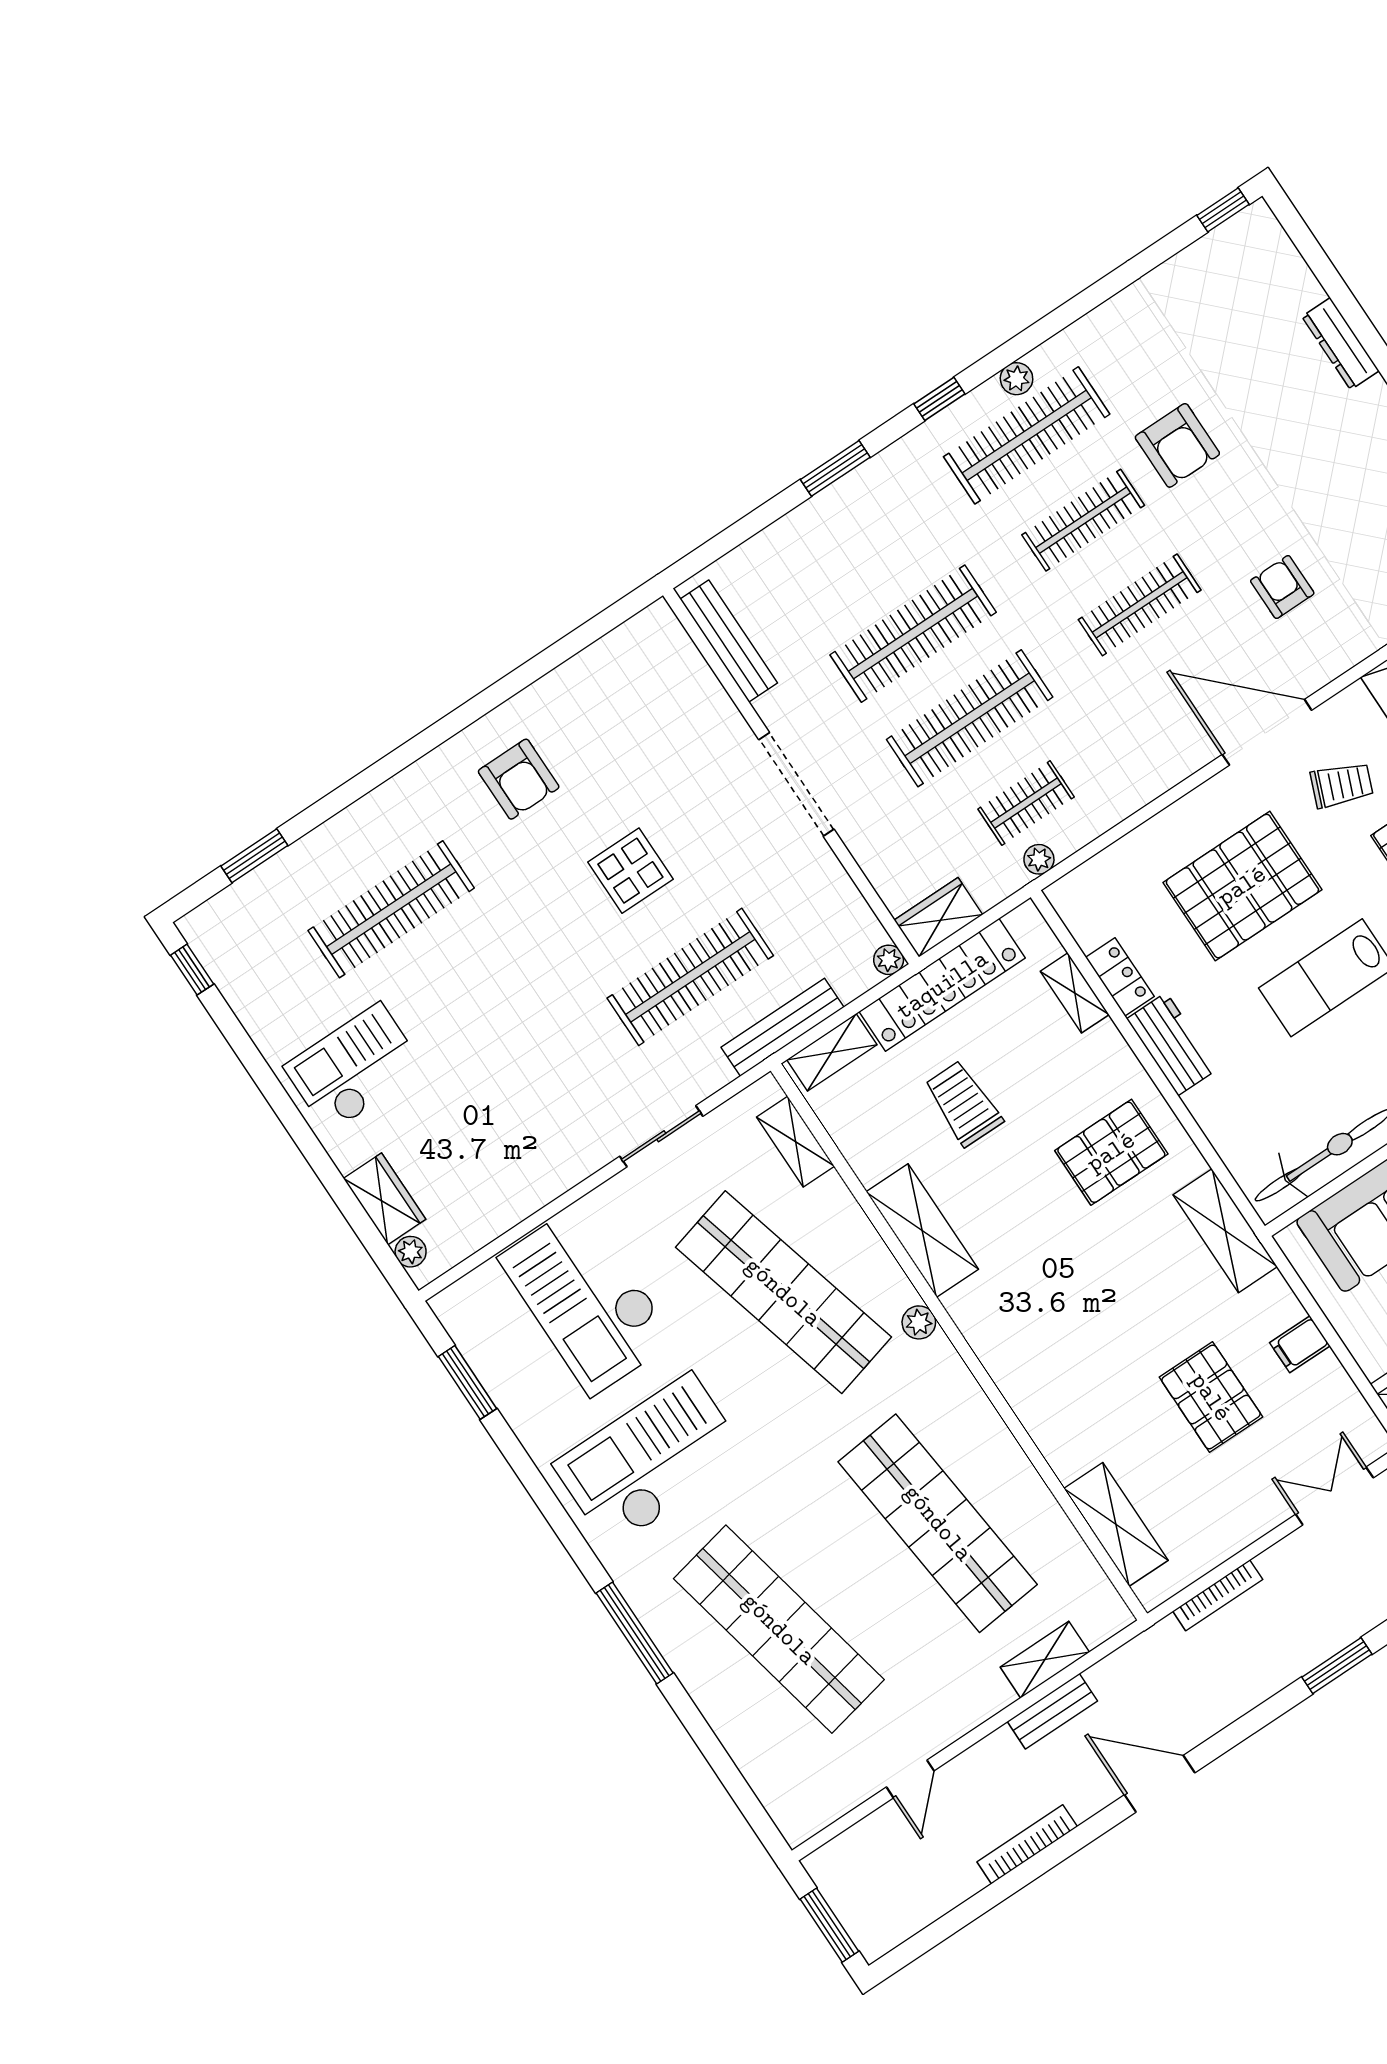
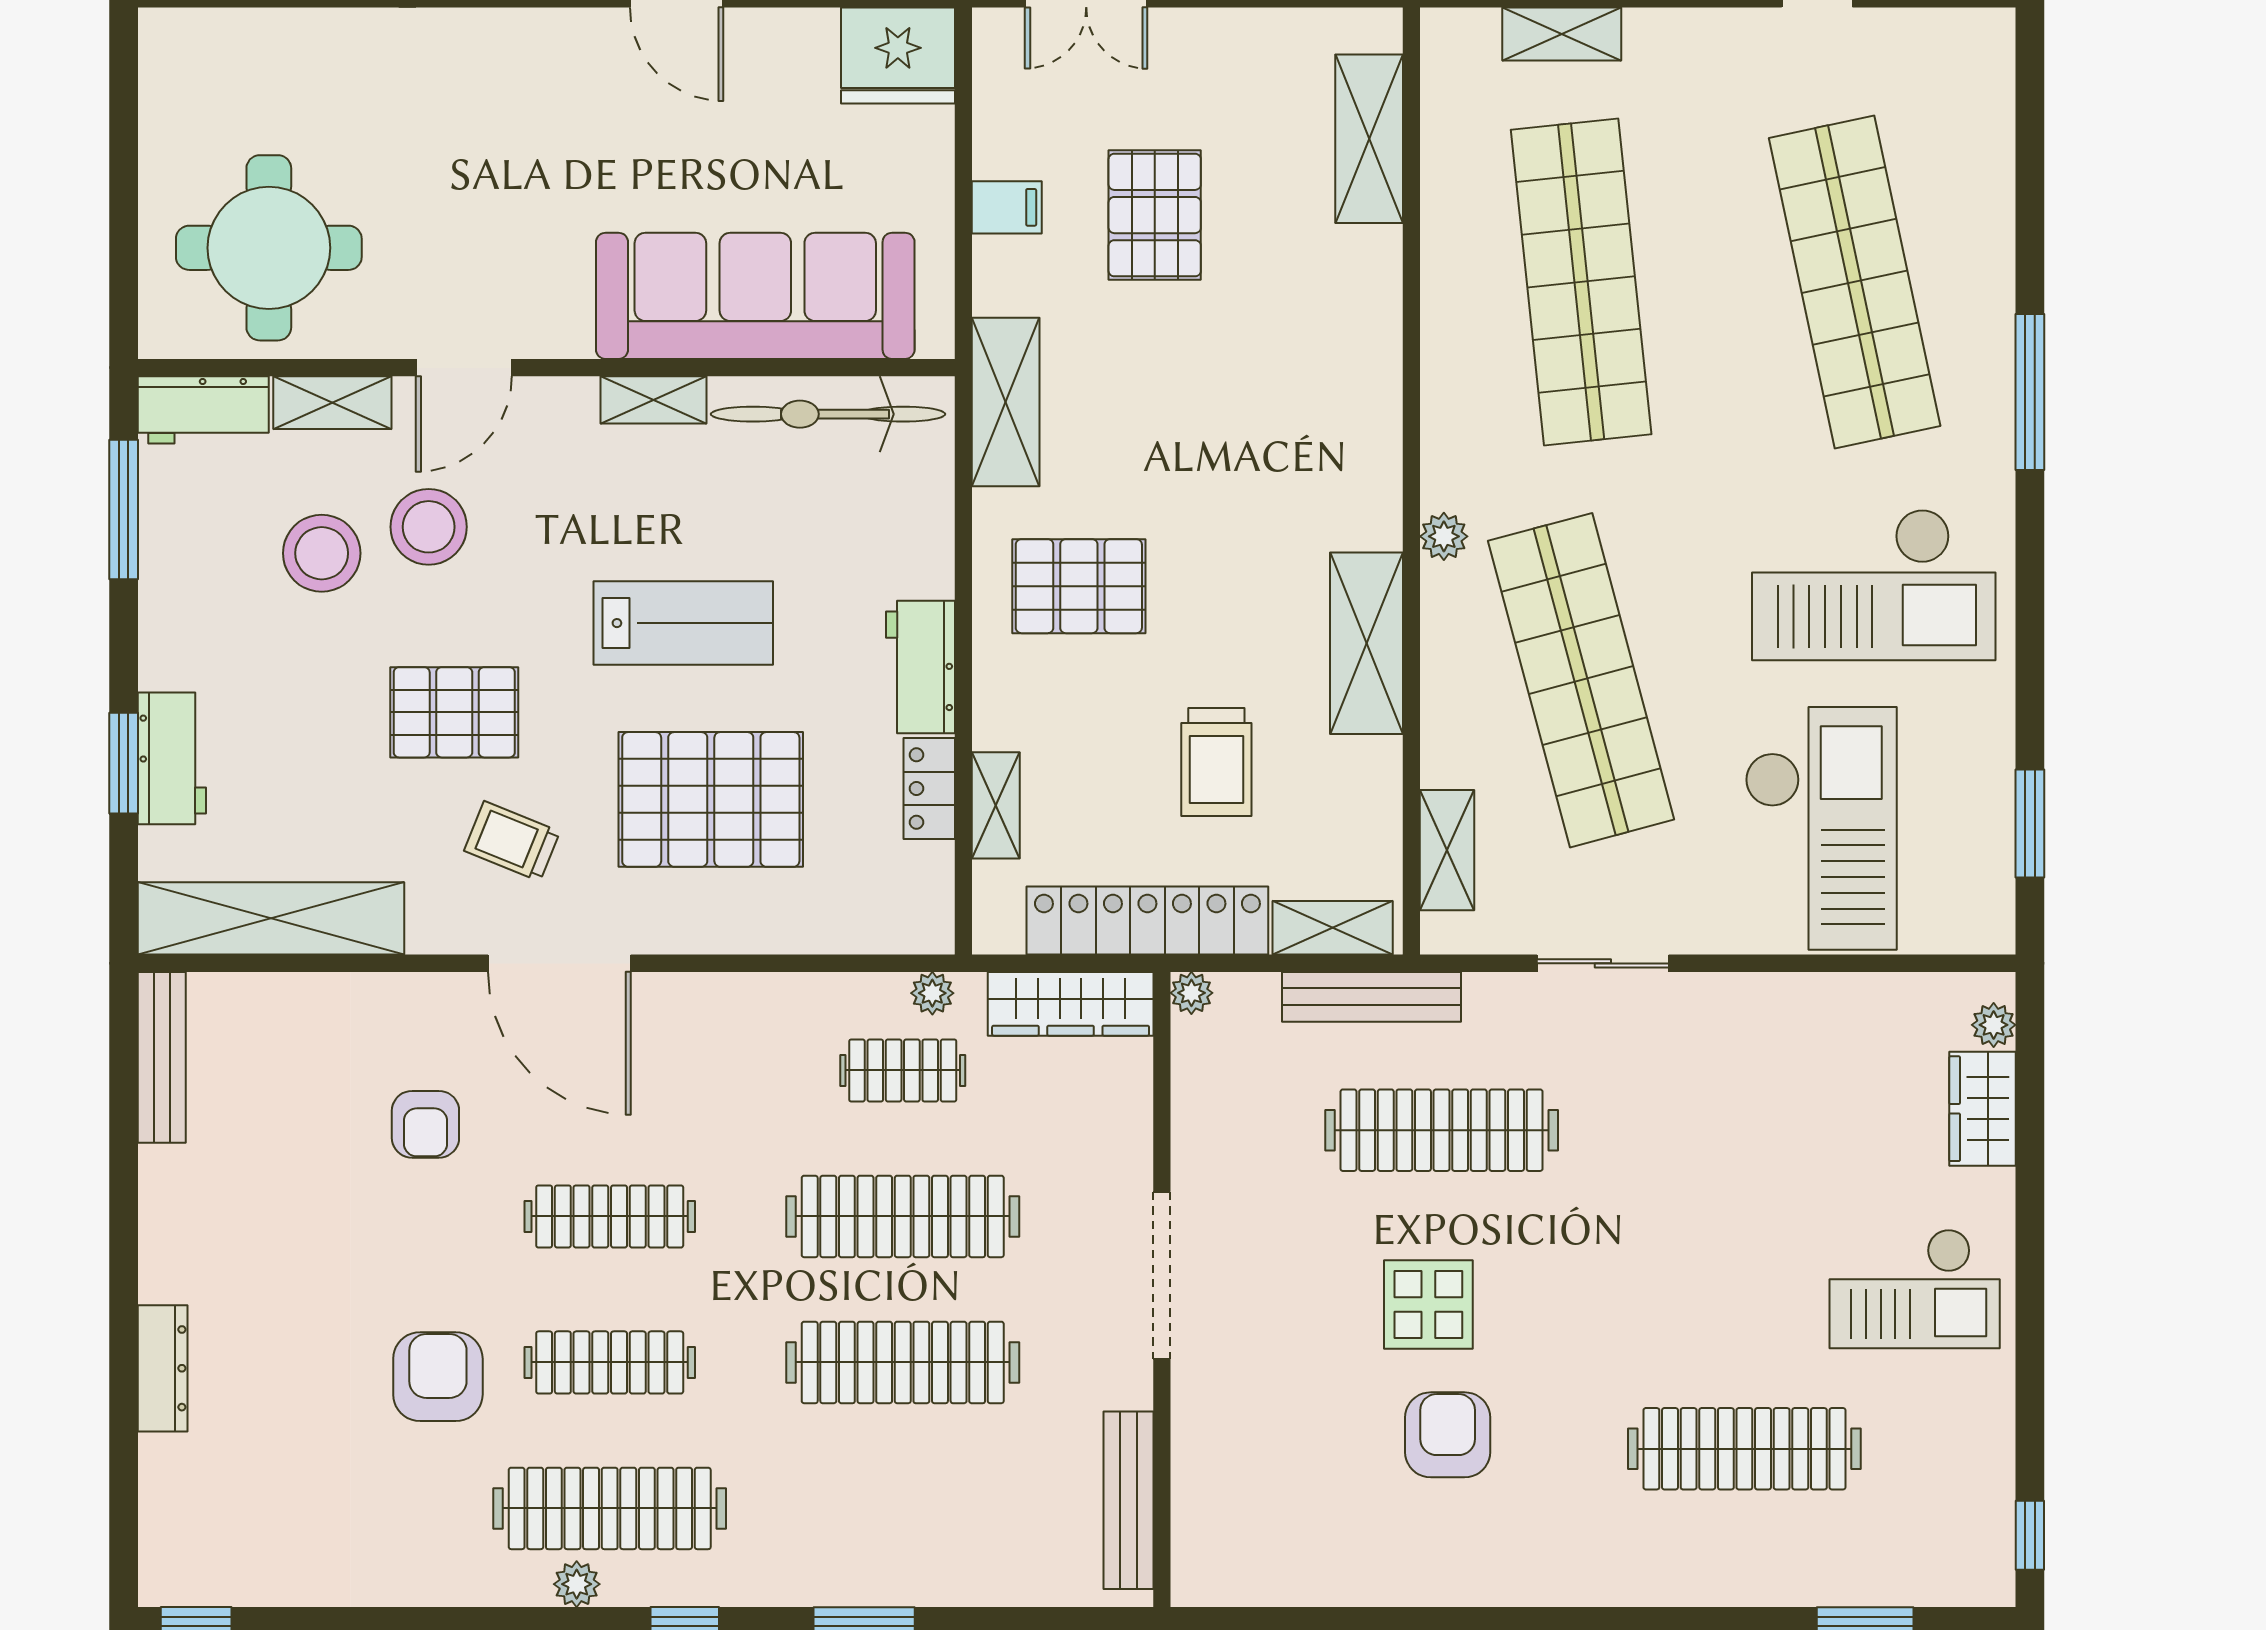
armchair: (519, 779) -> (1448, 1435), moved
wardrobe: (939, 917) -> (1071, 1004), width x1.50

